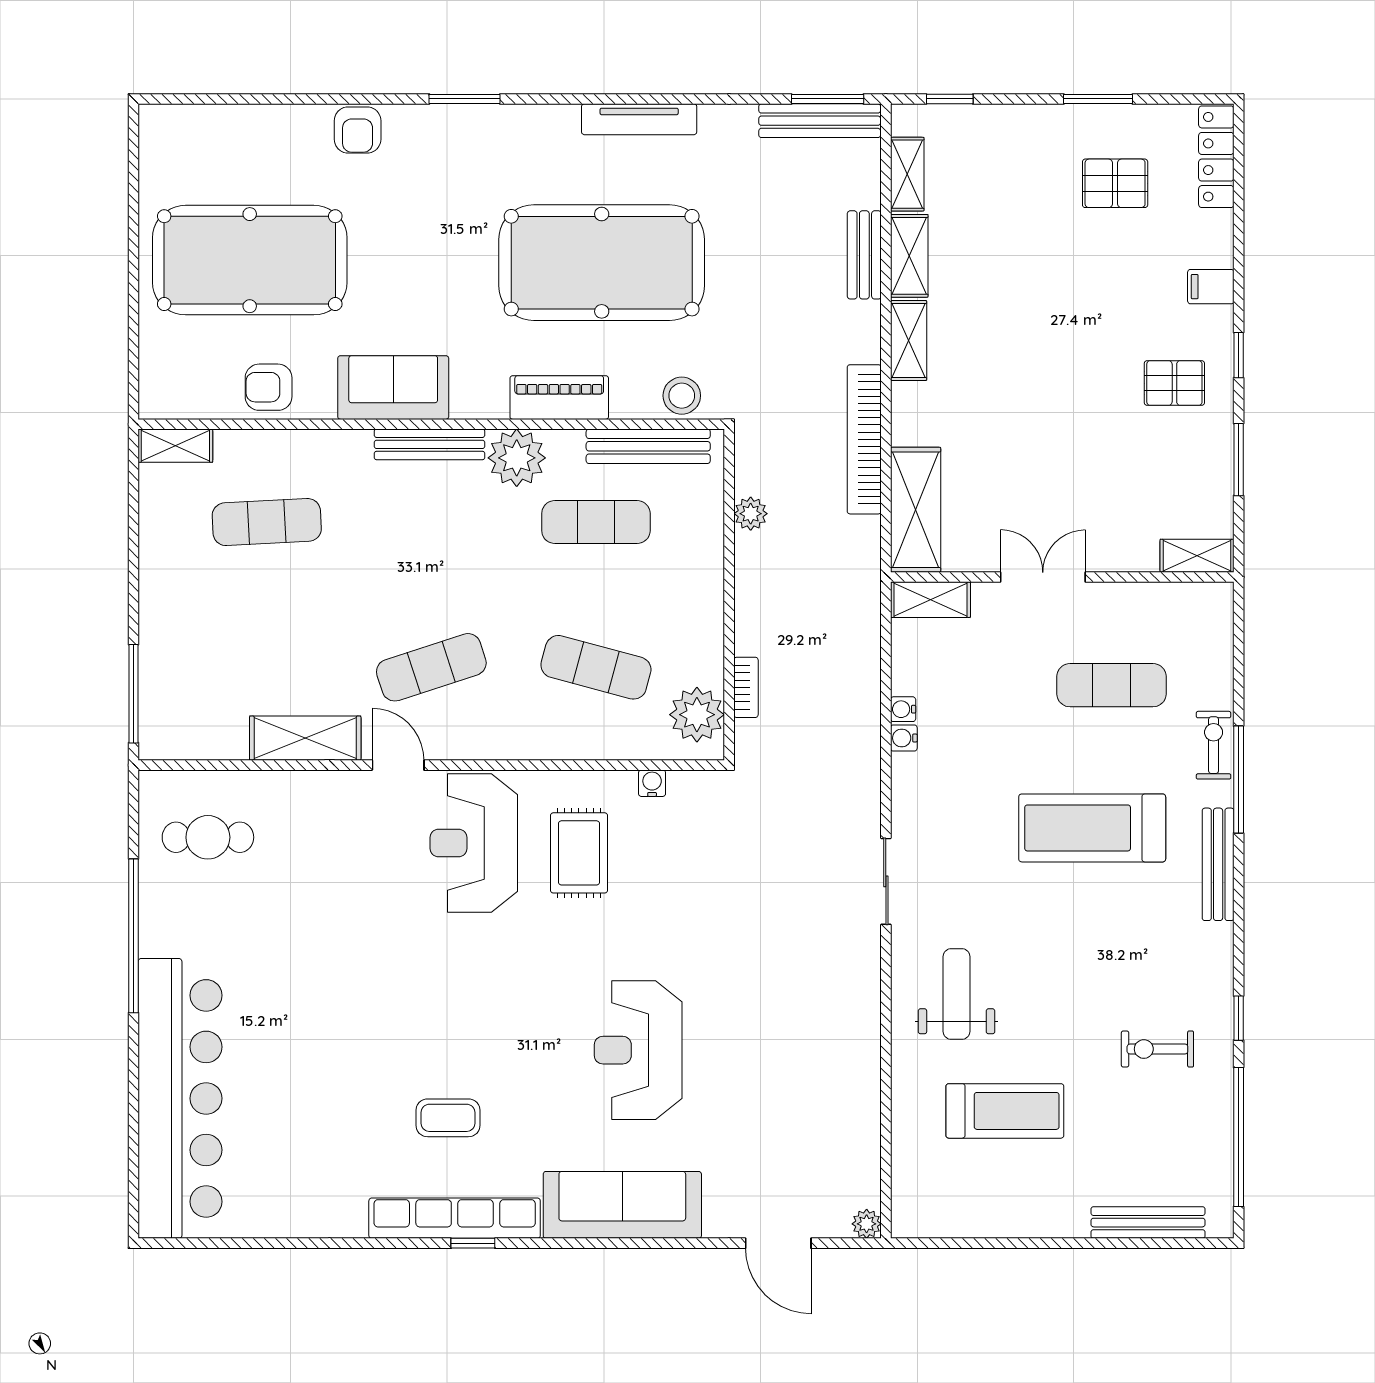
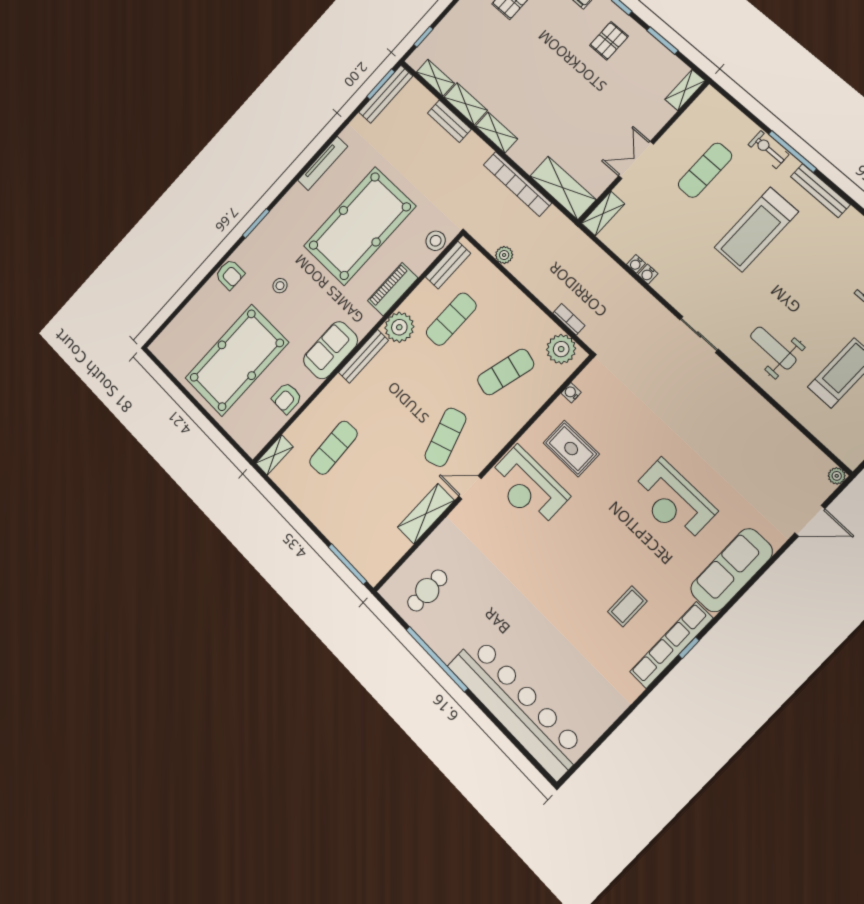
stool: (412, 223) -> (280, 286), added
bench: (648, 446) -> (448, 265), width x0.73

